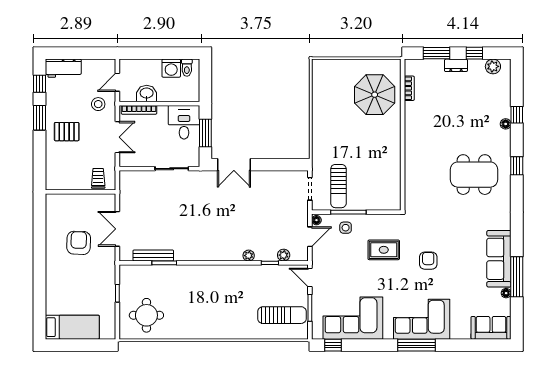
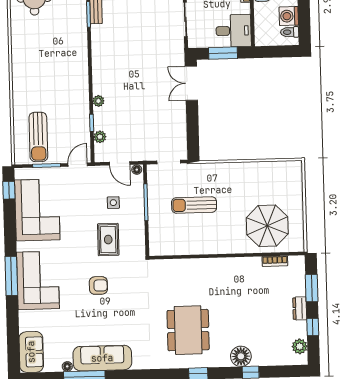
floor lamp: (506, 124) -> (241, 356), width x1.89, depth x1.89
sun lounger: (338, 186) -> (194, 205), moved
side table: (346, 228) -> (113, 203), moved

